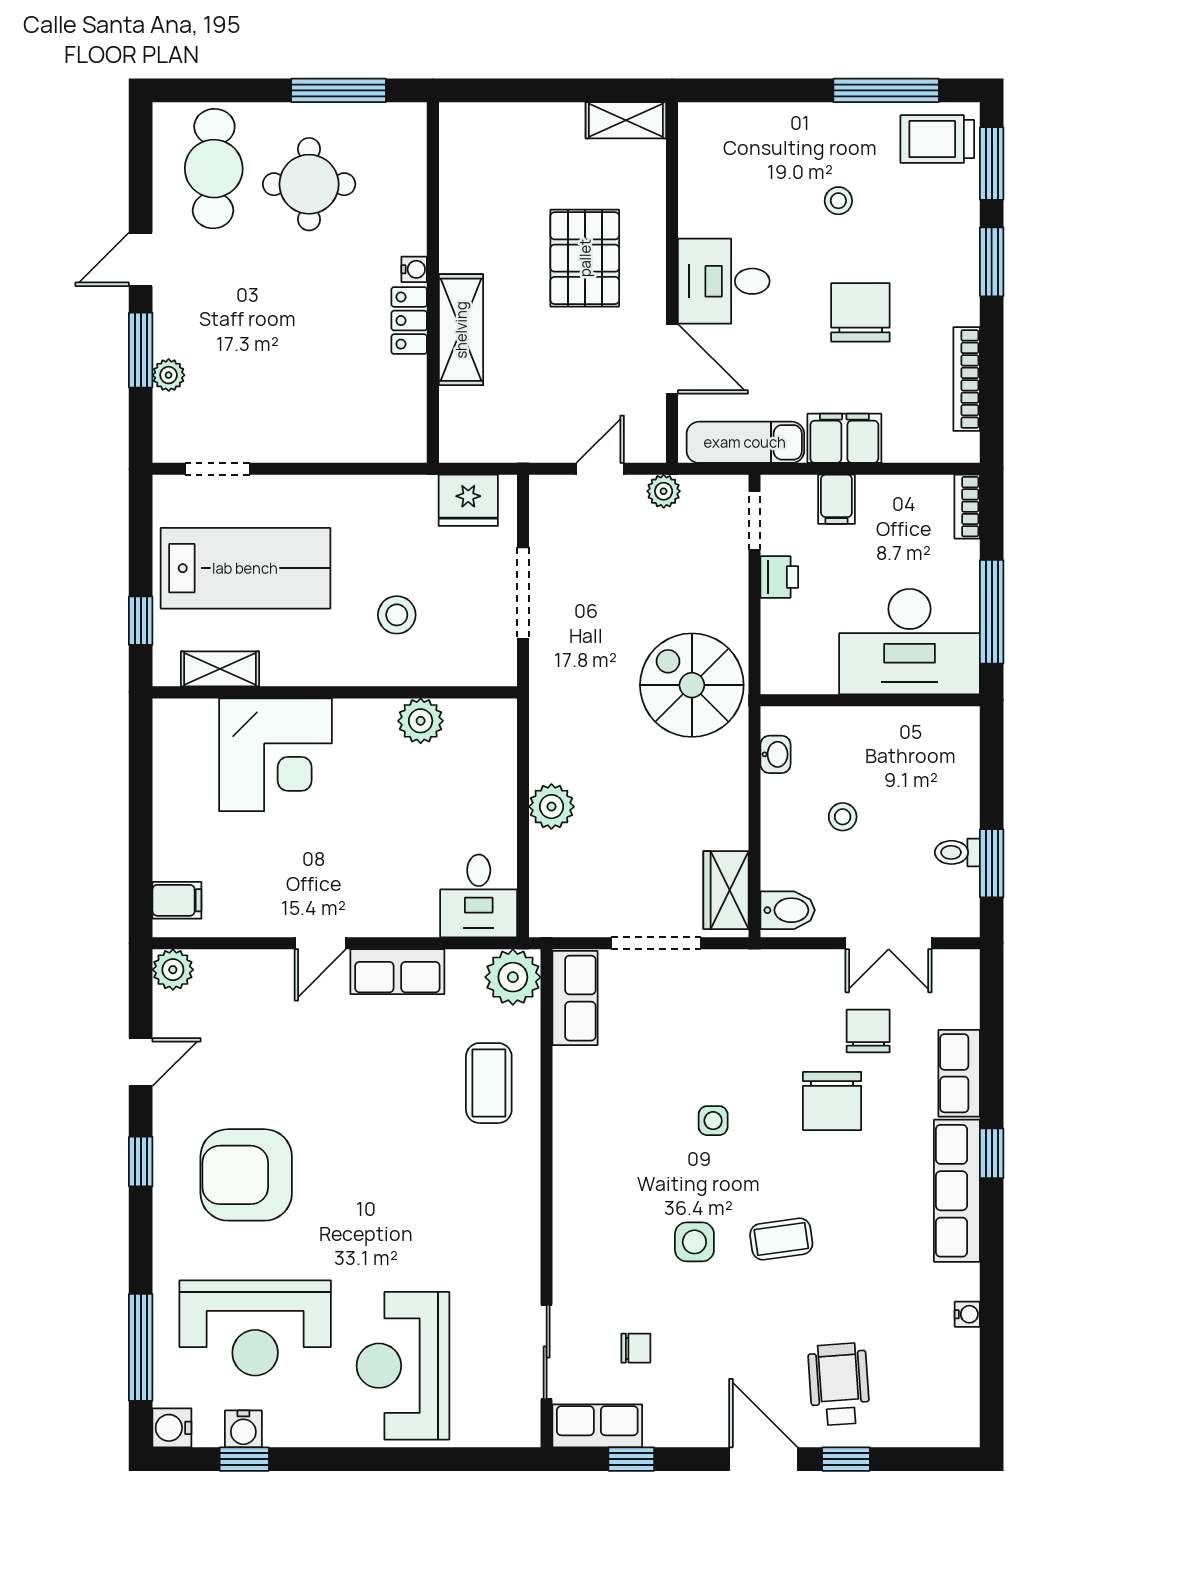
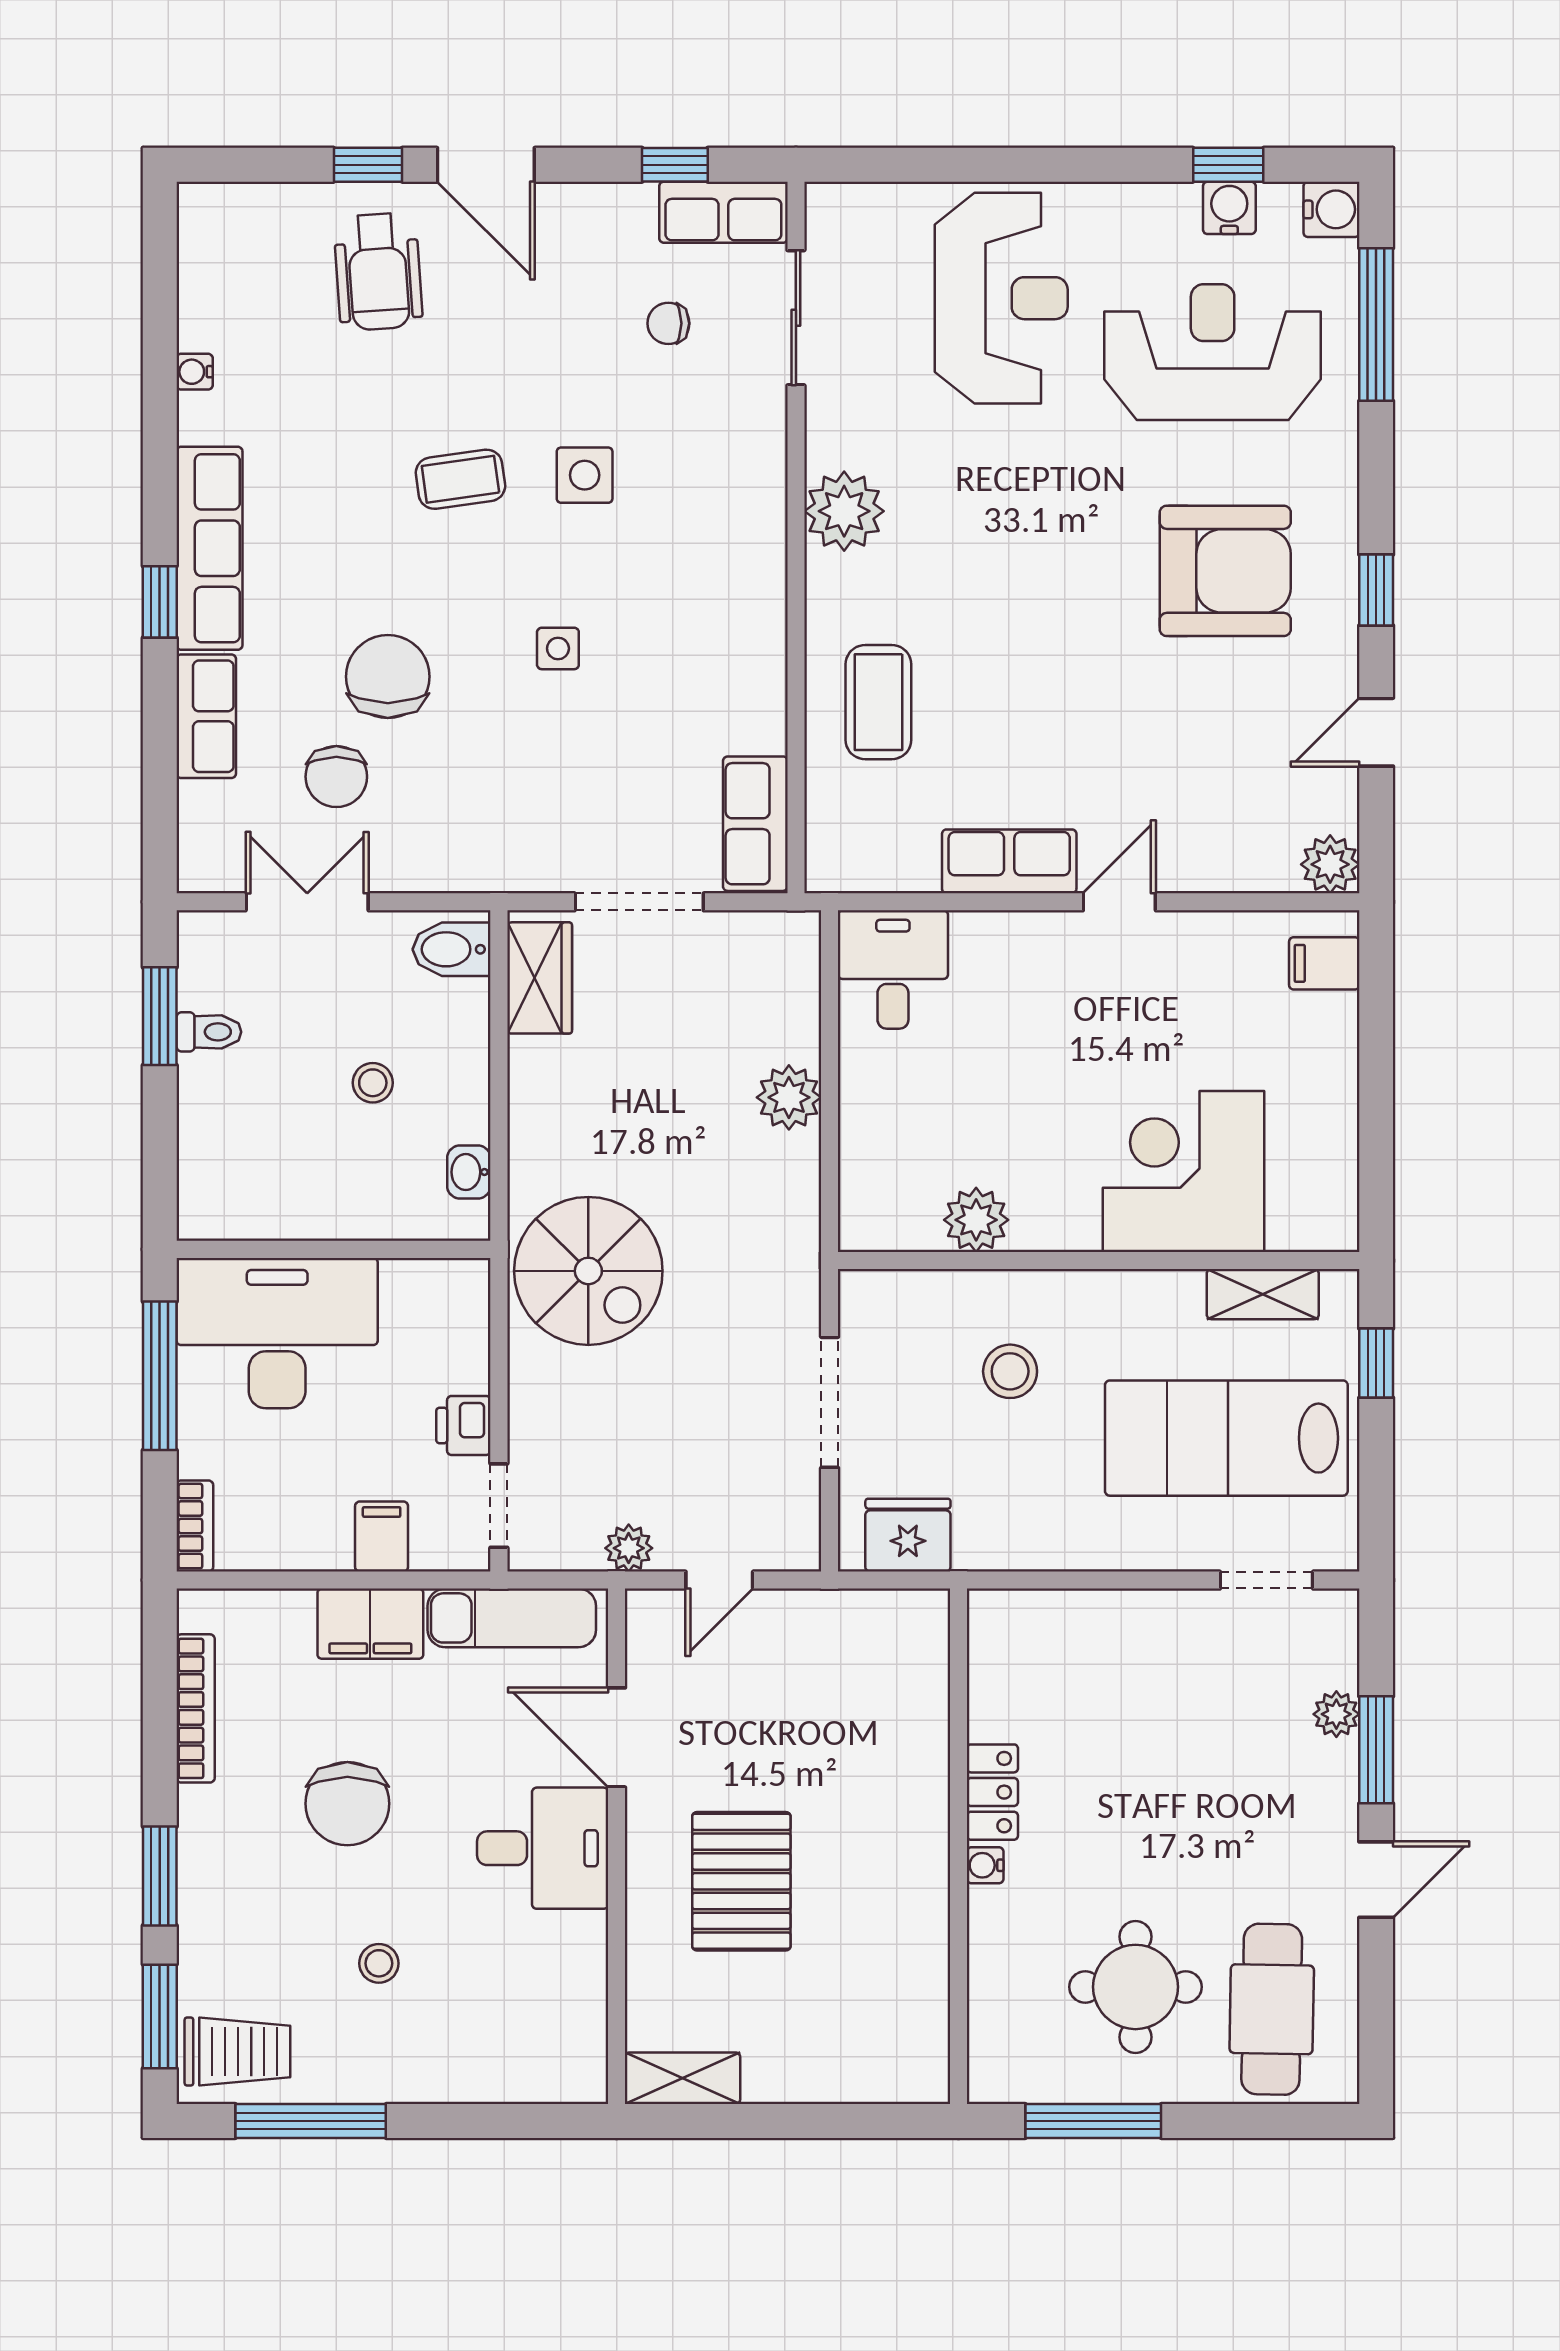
shelving: (461, 330) -> (918, 1779), removed
plant: (513, 977) -> (844, 511), moved

